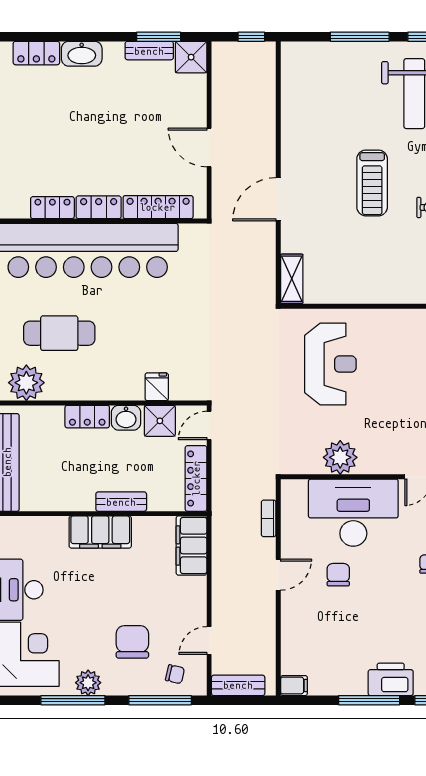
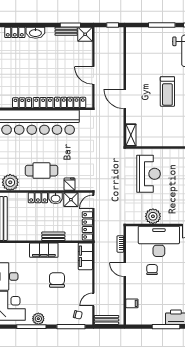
door: (278, 199) -> (125, 99), hinge flipped
cafe table: (59, 333) -> (41, 171), moved
door: (278, 575) -> (125, 270), swing flipped
chair: (132, 642) -> (57, 280), moved
filing cabinet: (294, 686) -> (132, 303), moved

